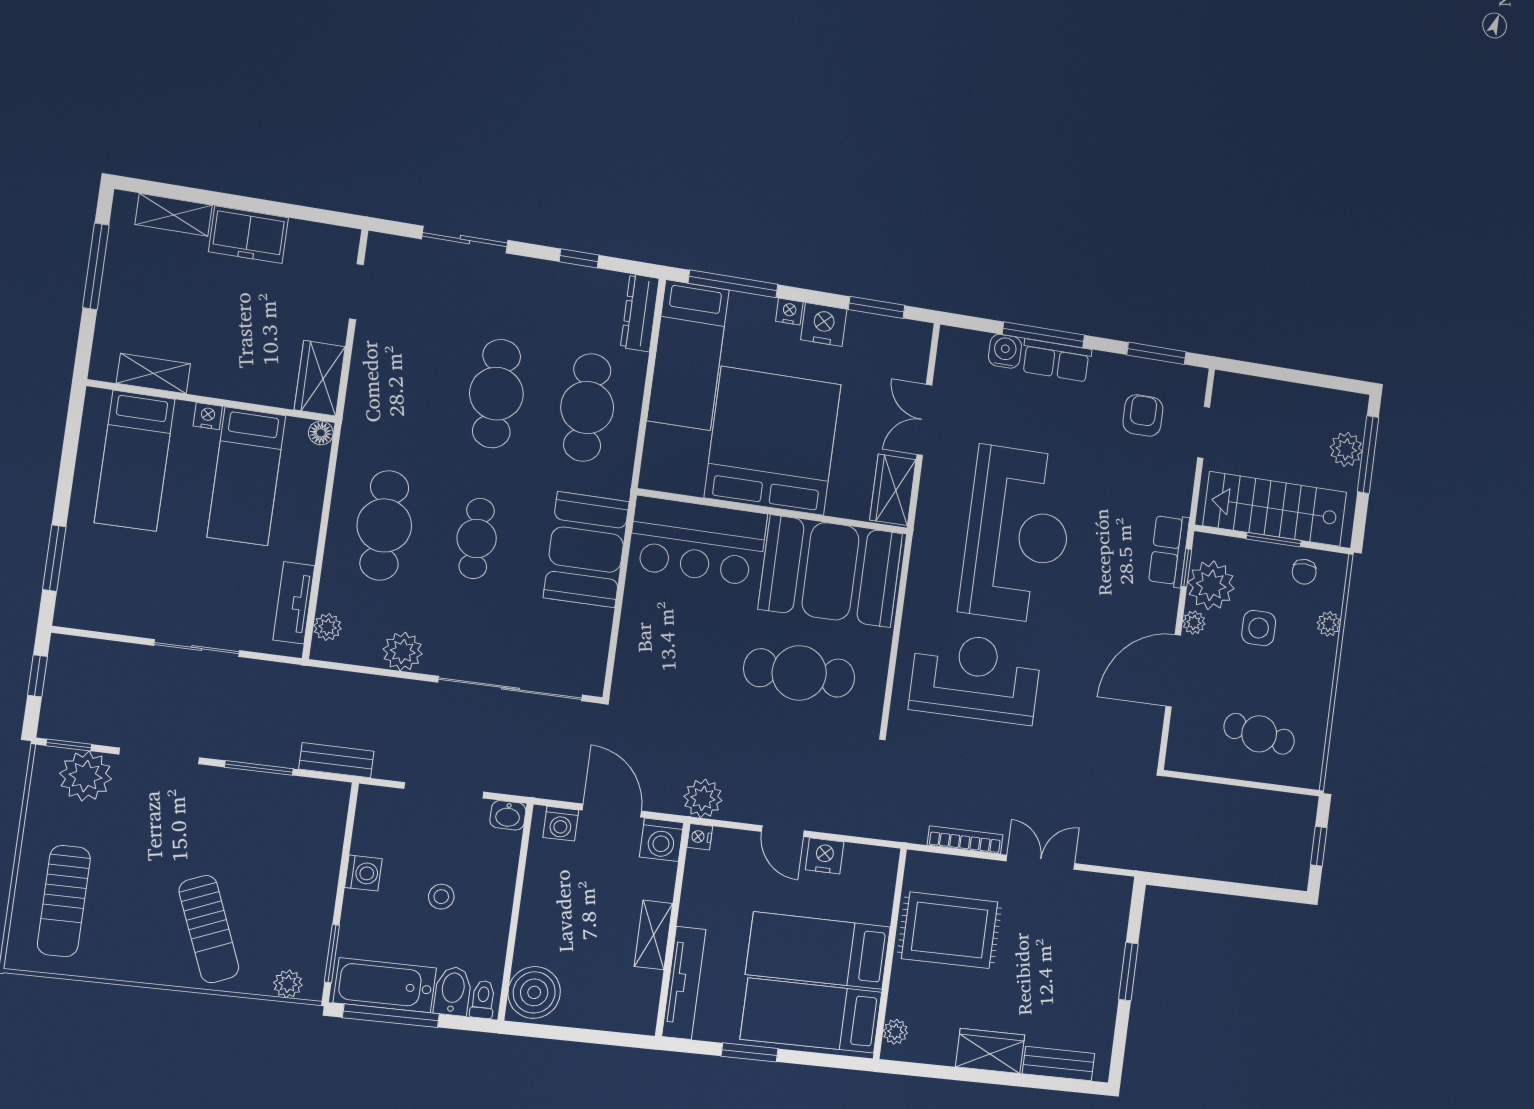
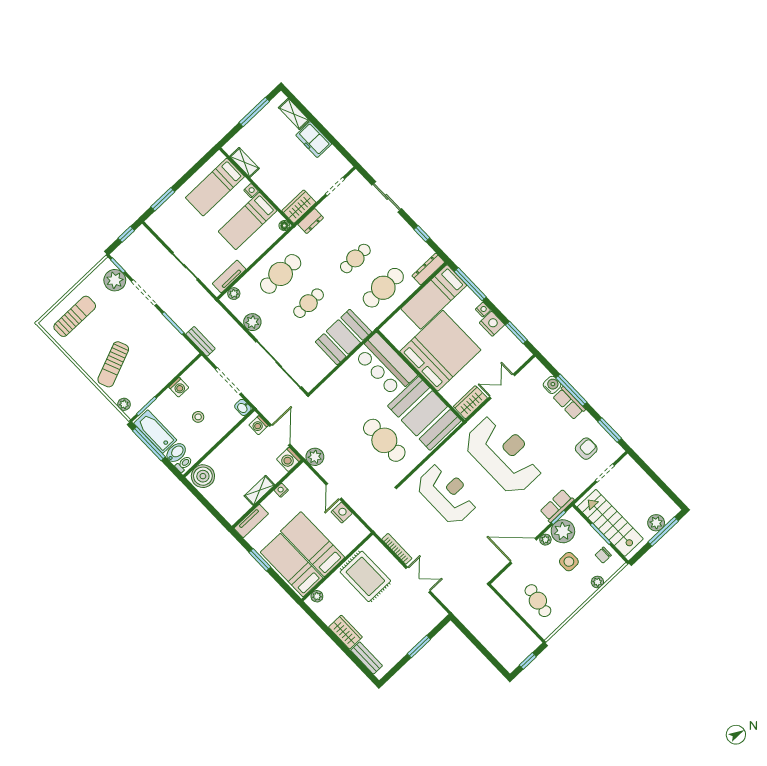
dresser: (362, 388) -> (311, 221), added
cafe table: (496, 394) -> (355, 258), width x0.73, depth x0.74
reception desk: (1017, 535) -> (504, 455), turned -90
nightstand: (700, 837) -> (281, 490), moved
sun lounger: (64, 901) -> (75, 316), turned 180
tv unit: (684, 983) -> (251, 521), width x0.71

